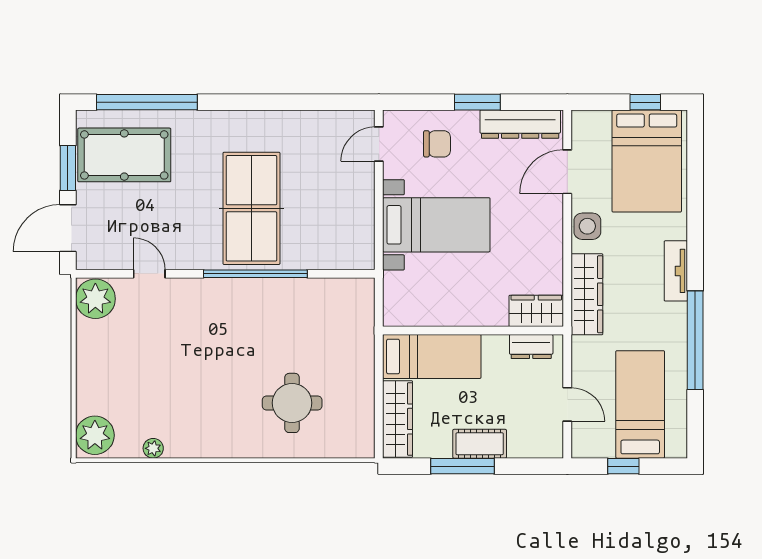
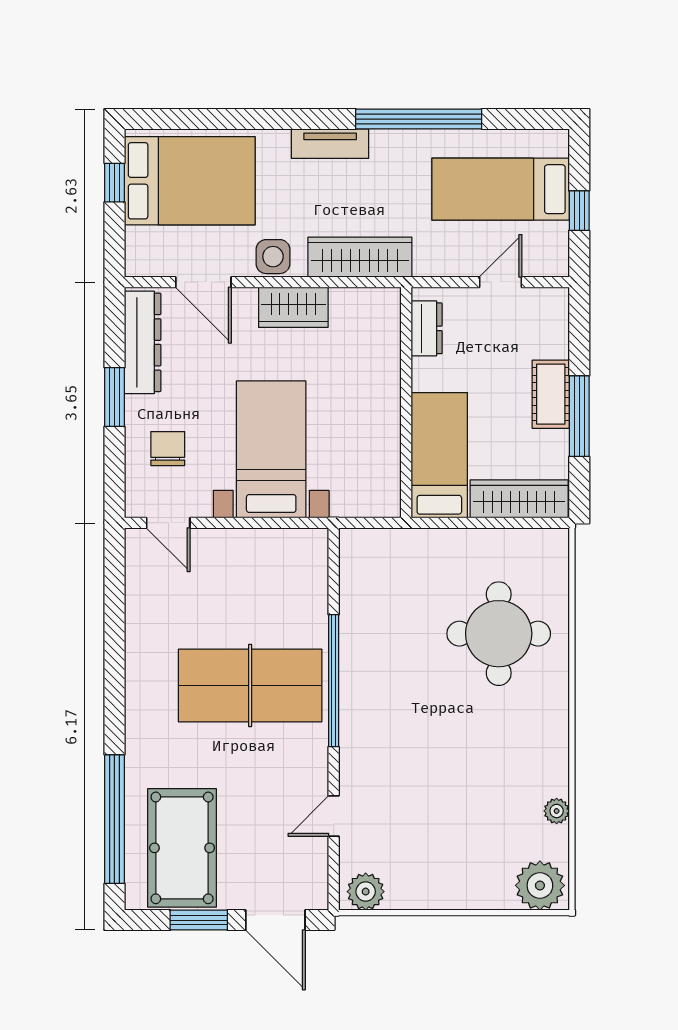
plant: (95, 299) -> (366, 892), width x0.73, depth x0.73
wardrobe: (536, 311) -> (293, 307), moved, turned -90
round table: (292, 403) -> (499, 634), width x1.36, depth x1.36

